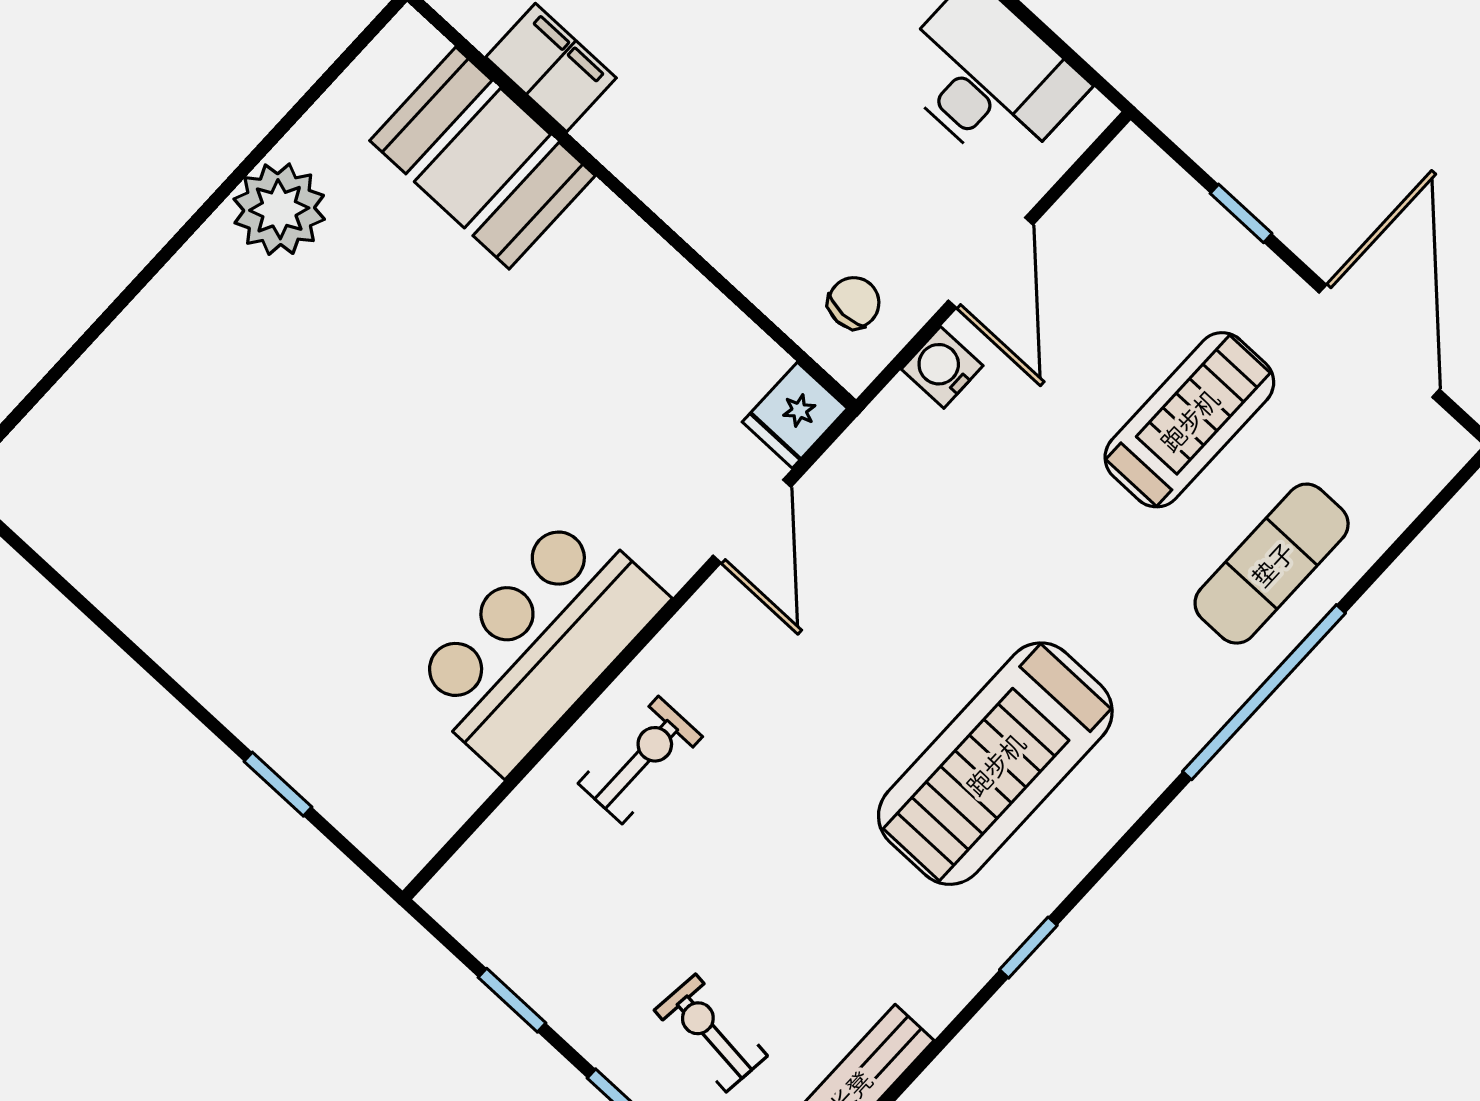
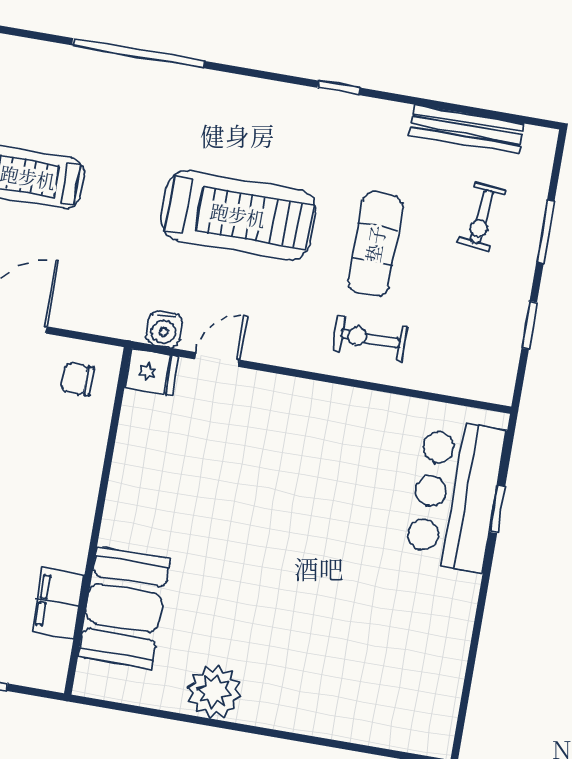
water cooler: (942, 367) -> (164, 329), moved
door: (752, 521) -> (217, 359), width x0.73
exercise mat: (1272, 564) -> (375, 244), moved, turned 90
bar counter: (538, 643) -> (455, 495), moved, turned 90
treadmill: (995, 764) -> (238, 215), moved

